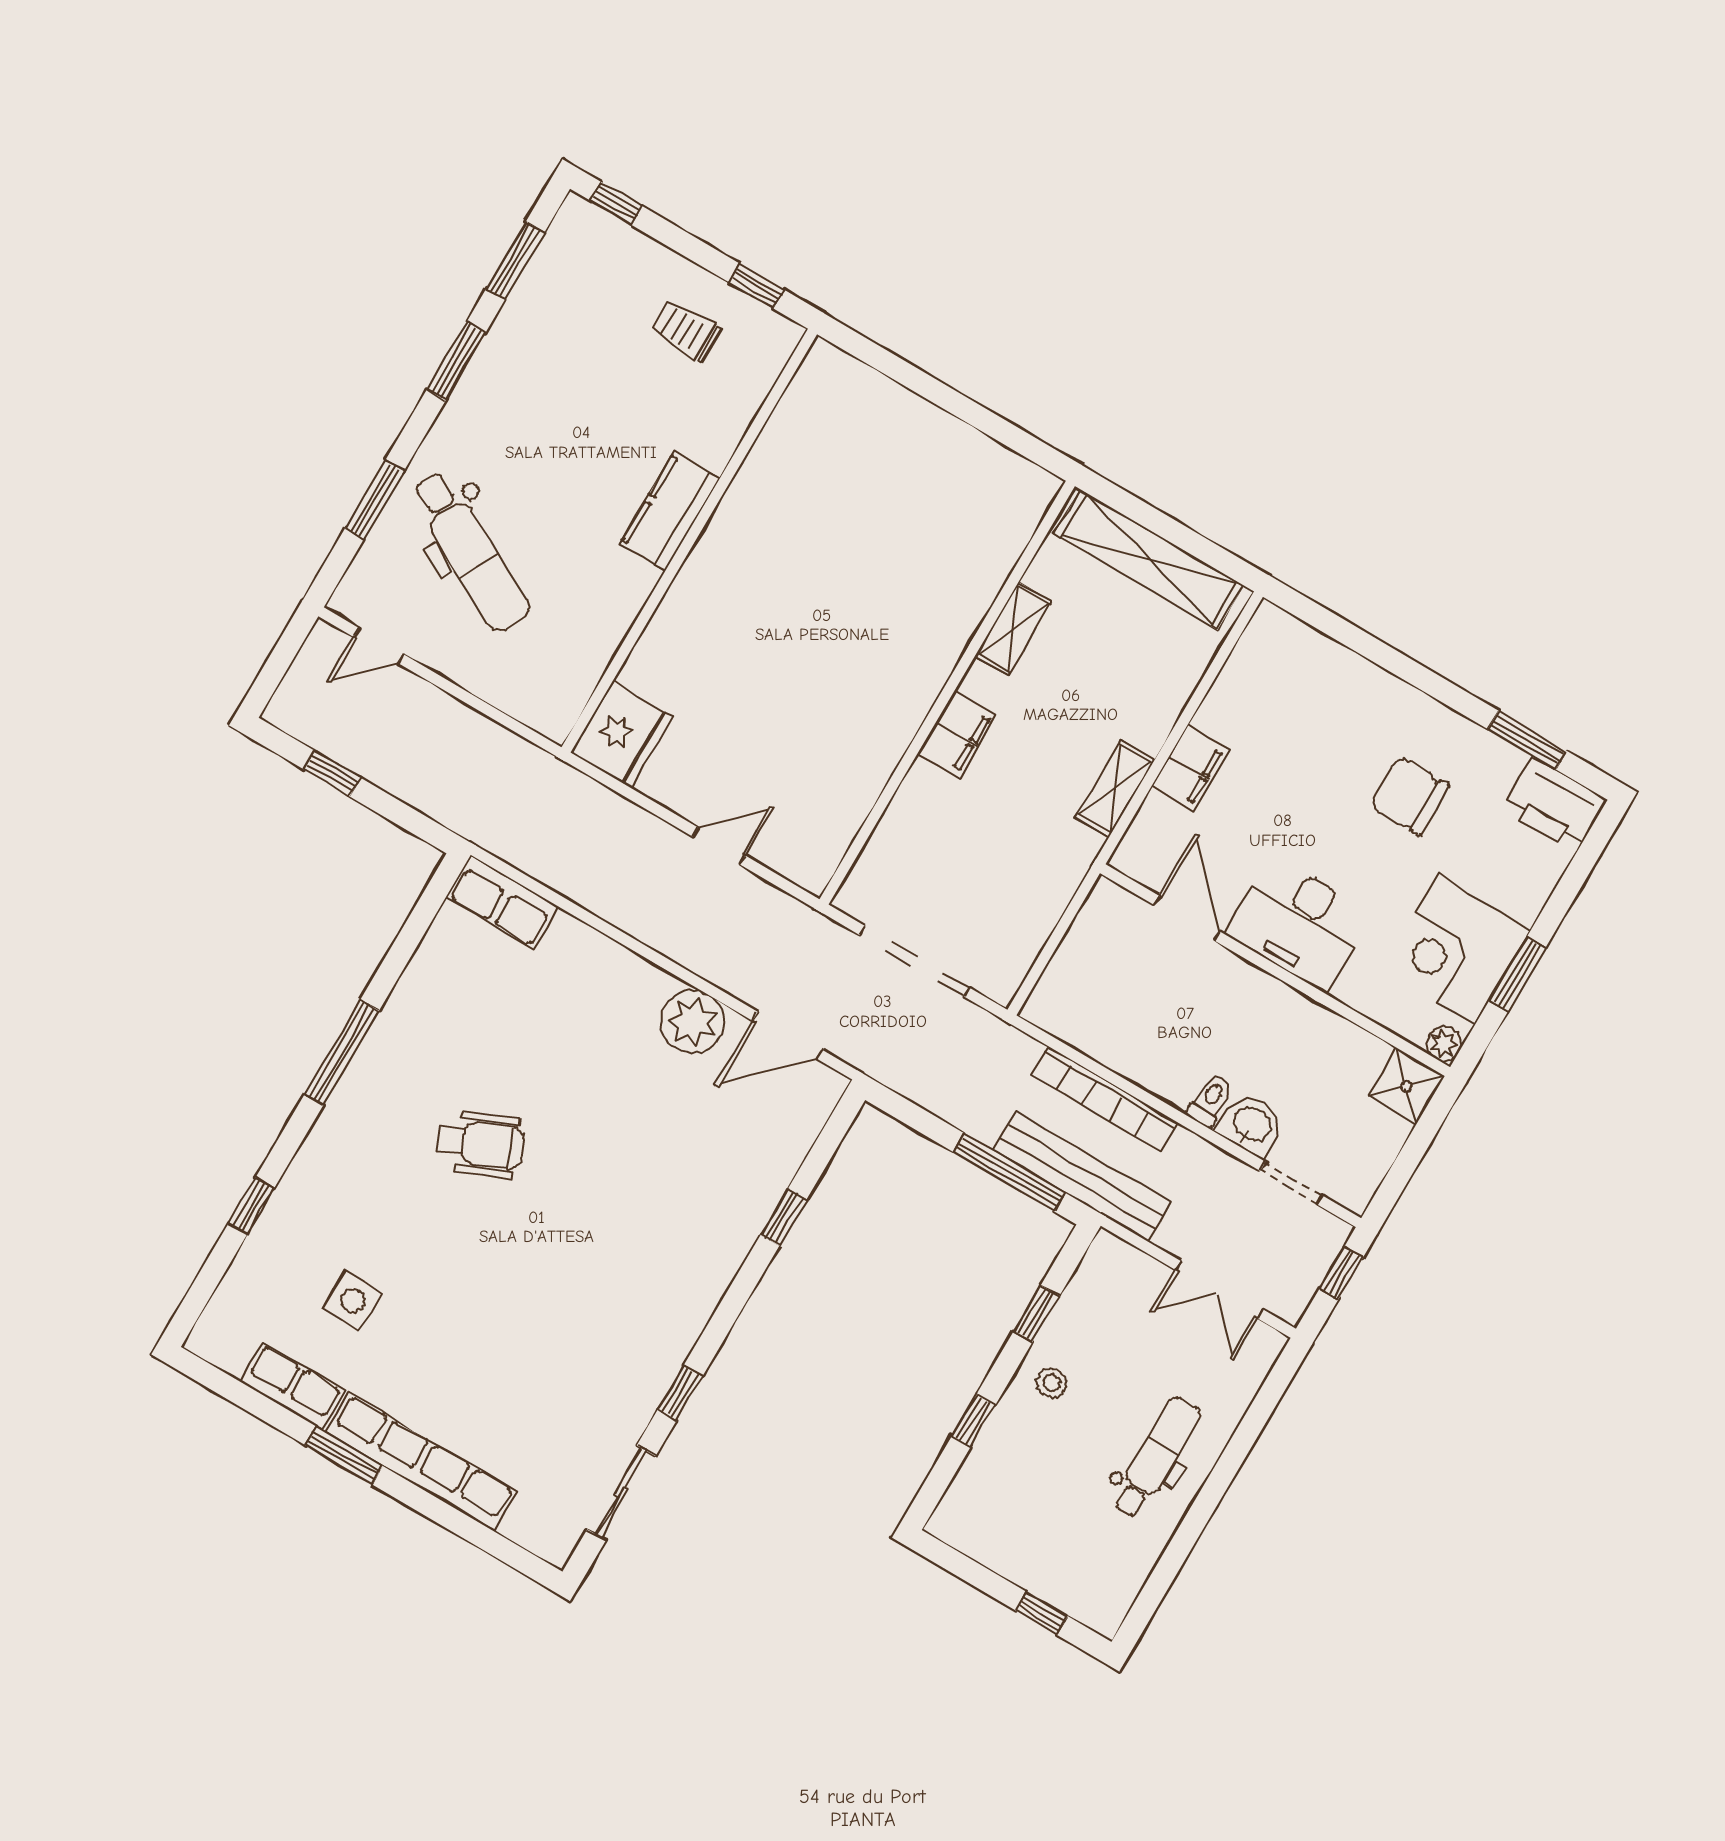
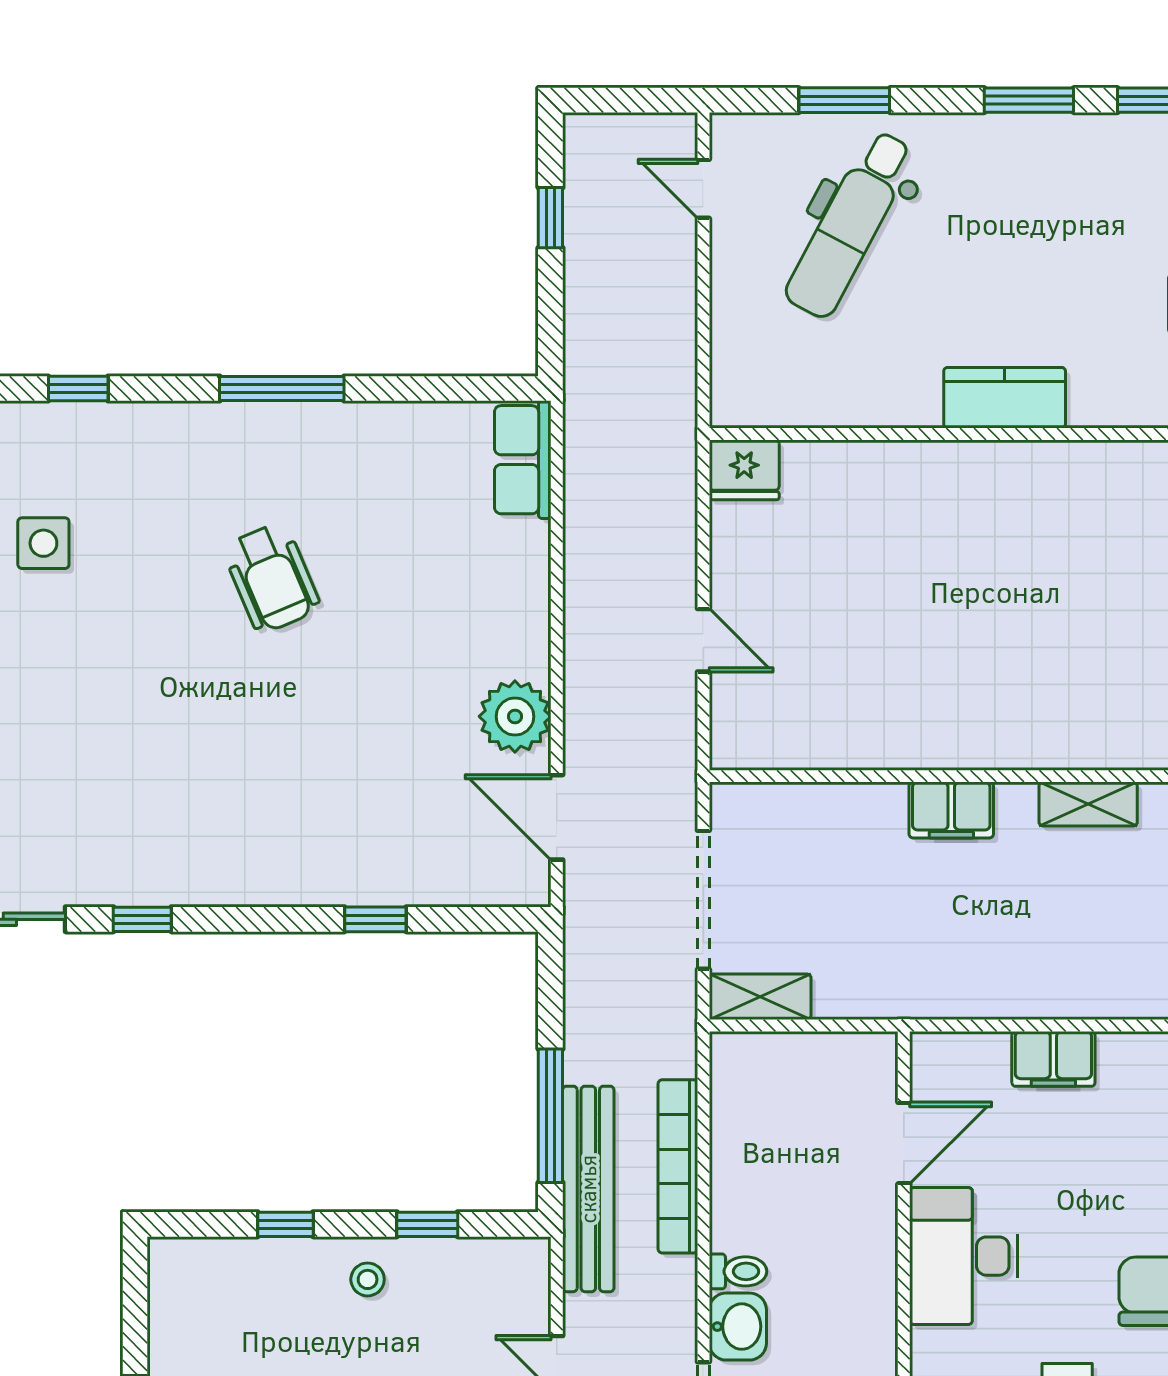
fridge: (622, 735) -> (744, 470), width x0.73, depth x0.75
shelving: (1115, 788) -> (760, 997), moved

